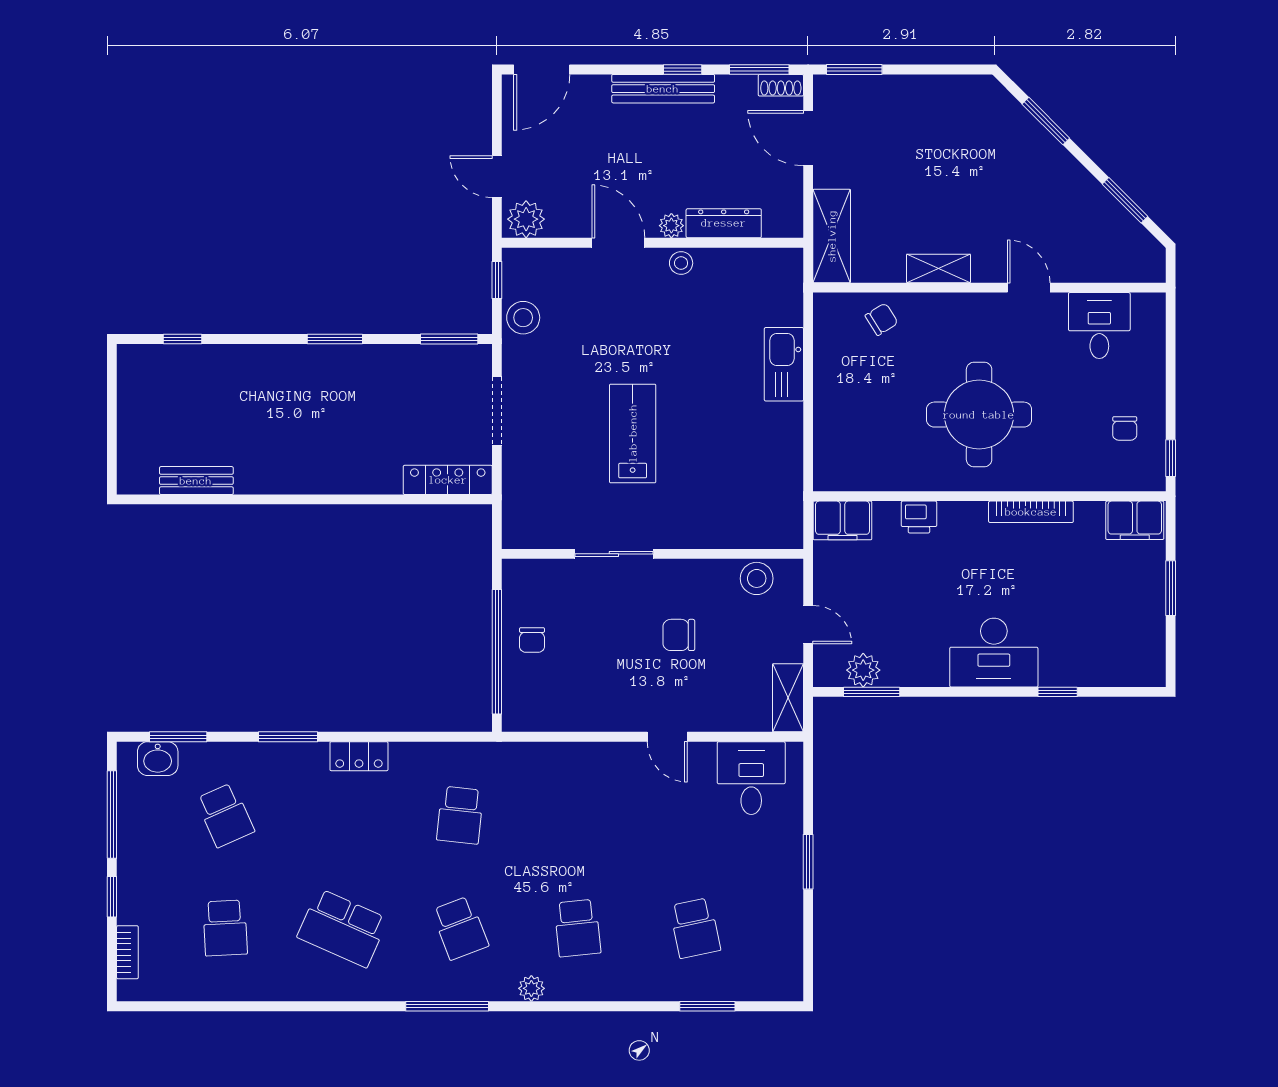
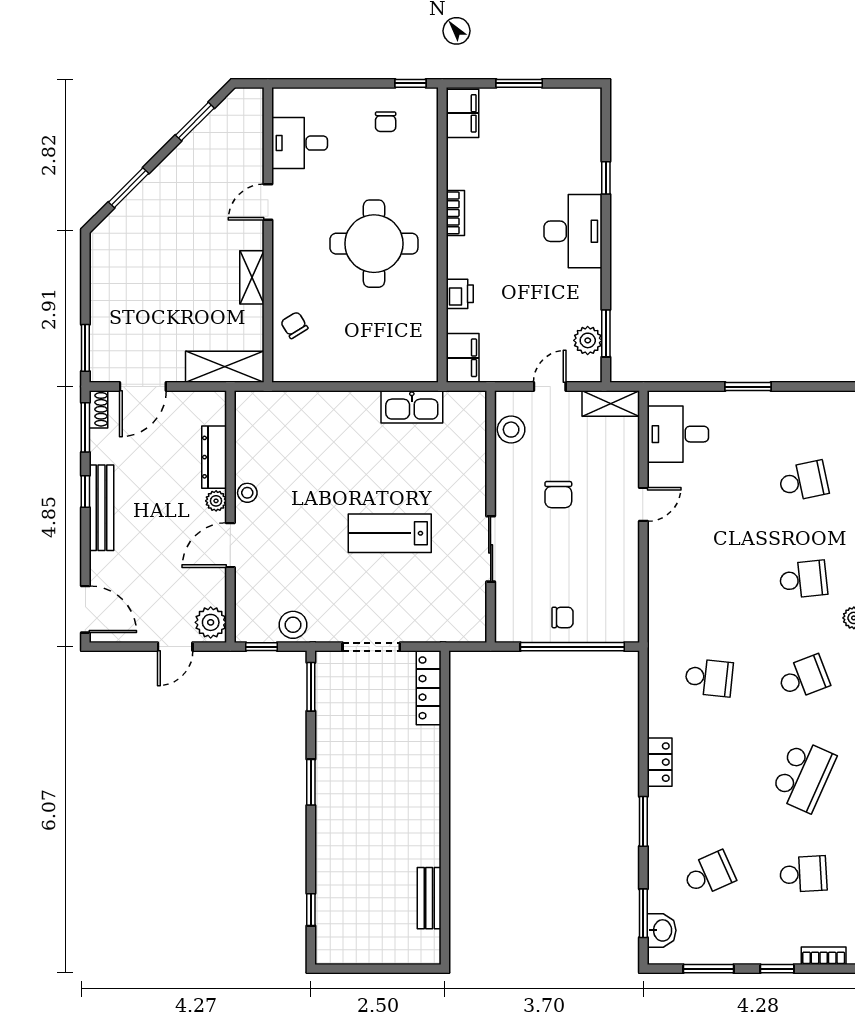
kitchen sink: (784, 364) -> (412, 407), moved
chair: (1125, 428) -> (386, 122), turned 90
bookcase: (1031, 512) -> (455, 213), width x0.64
window: (112, 815) -> (708, 969), width x0.69

